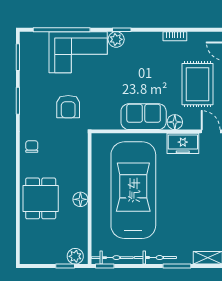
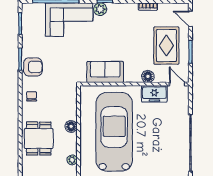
armchair: (68, 107) -> (33, 67), moved, turned -90
sofa: (144, 117) -> (105, 72), moved
floor lamp: (80, 199) -> (71, 126), moved
plant: (82, 225) -> (72, 160), added

